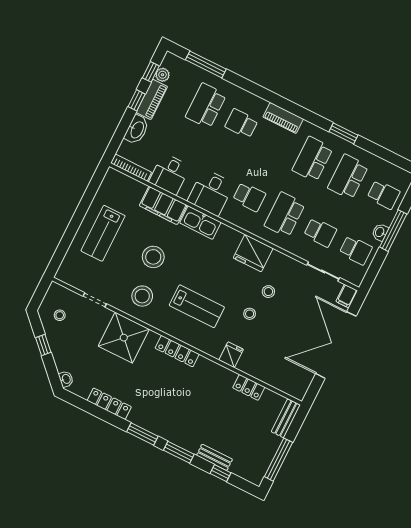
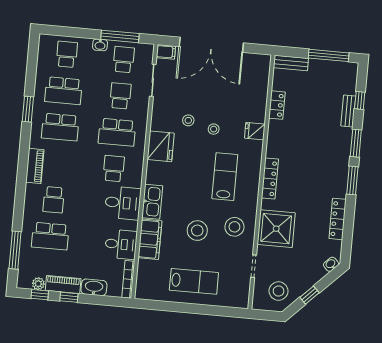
window: (393, 231) -> (120, 36), moved
stool: (60, 315) -> (279, 291), width x1.89, depth x1.89

